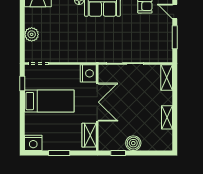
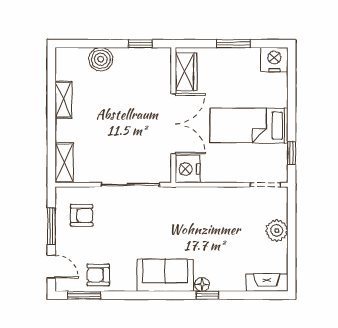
armchair: (155, 44) -> (82, 215), added
double door: (97, 102) -> (173, 124), swing flipped
boiler: (133, 143) -> (101, 59), moved

